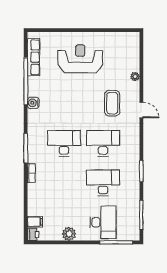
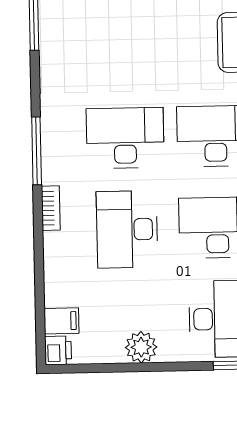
water cooler: (33, 103) -> (52, 45), removed
desk: (64, 183) -> (127, 229), added

